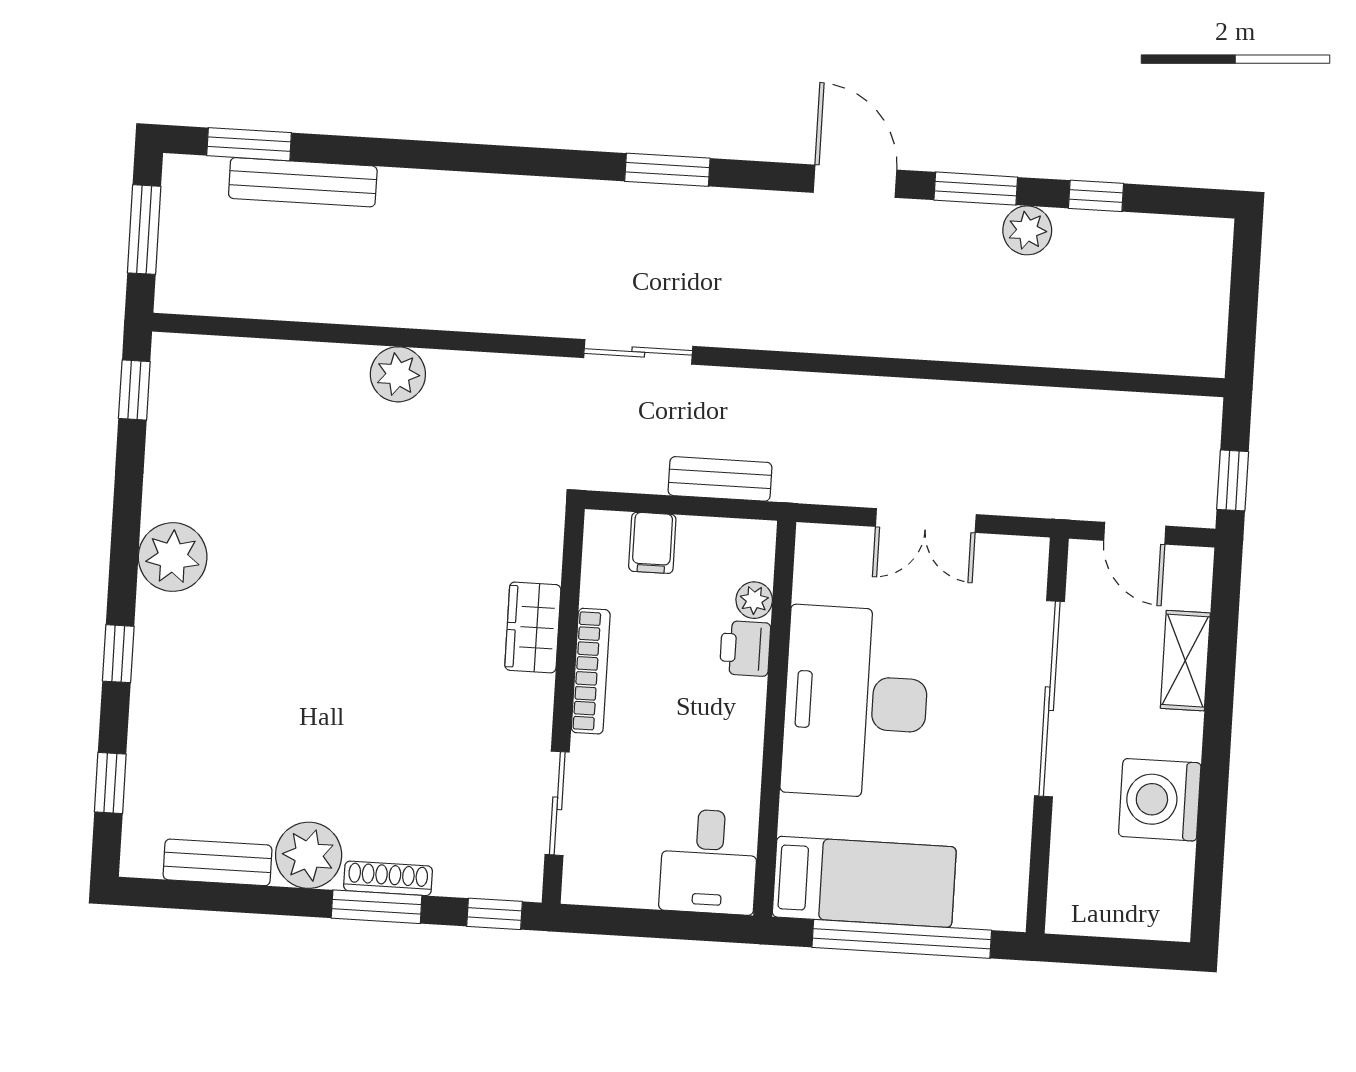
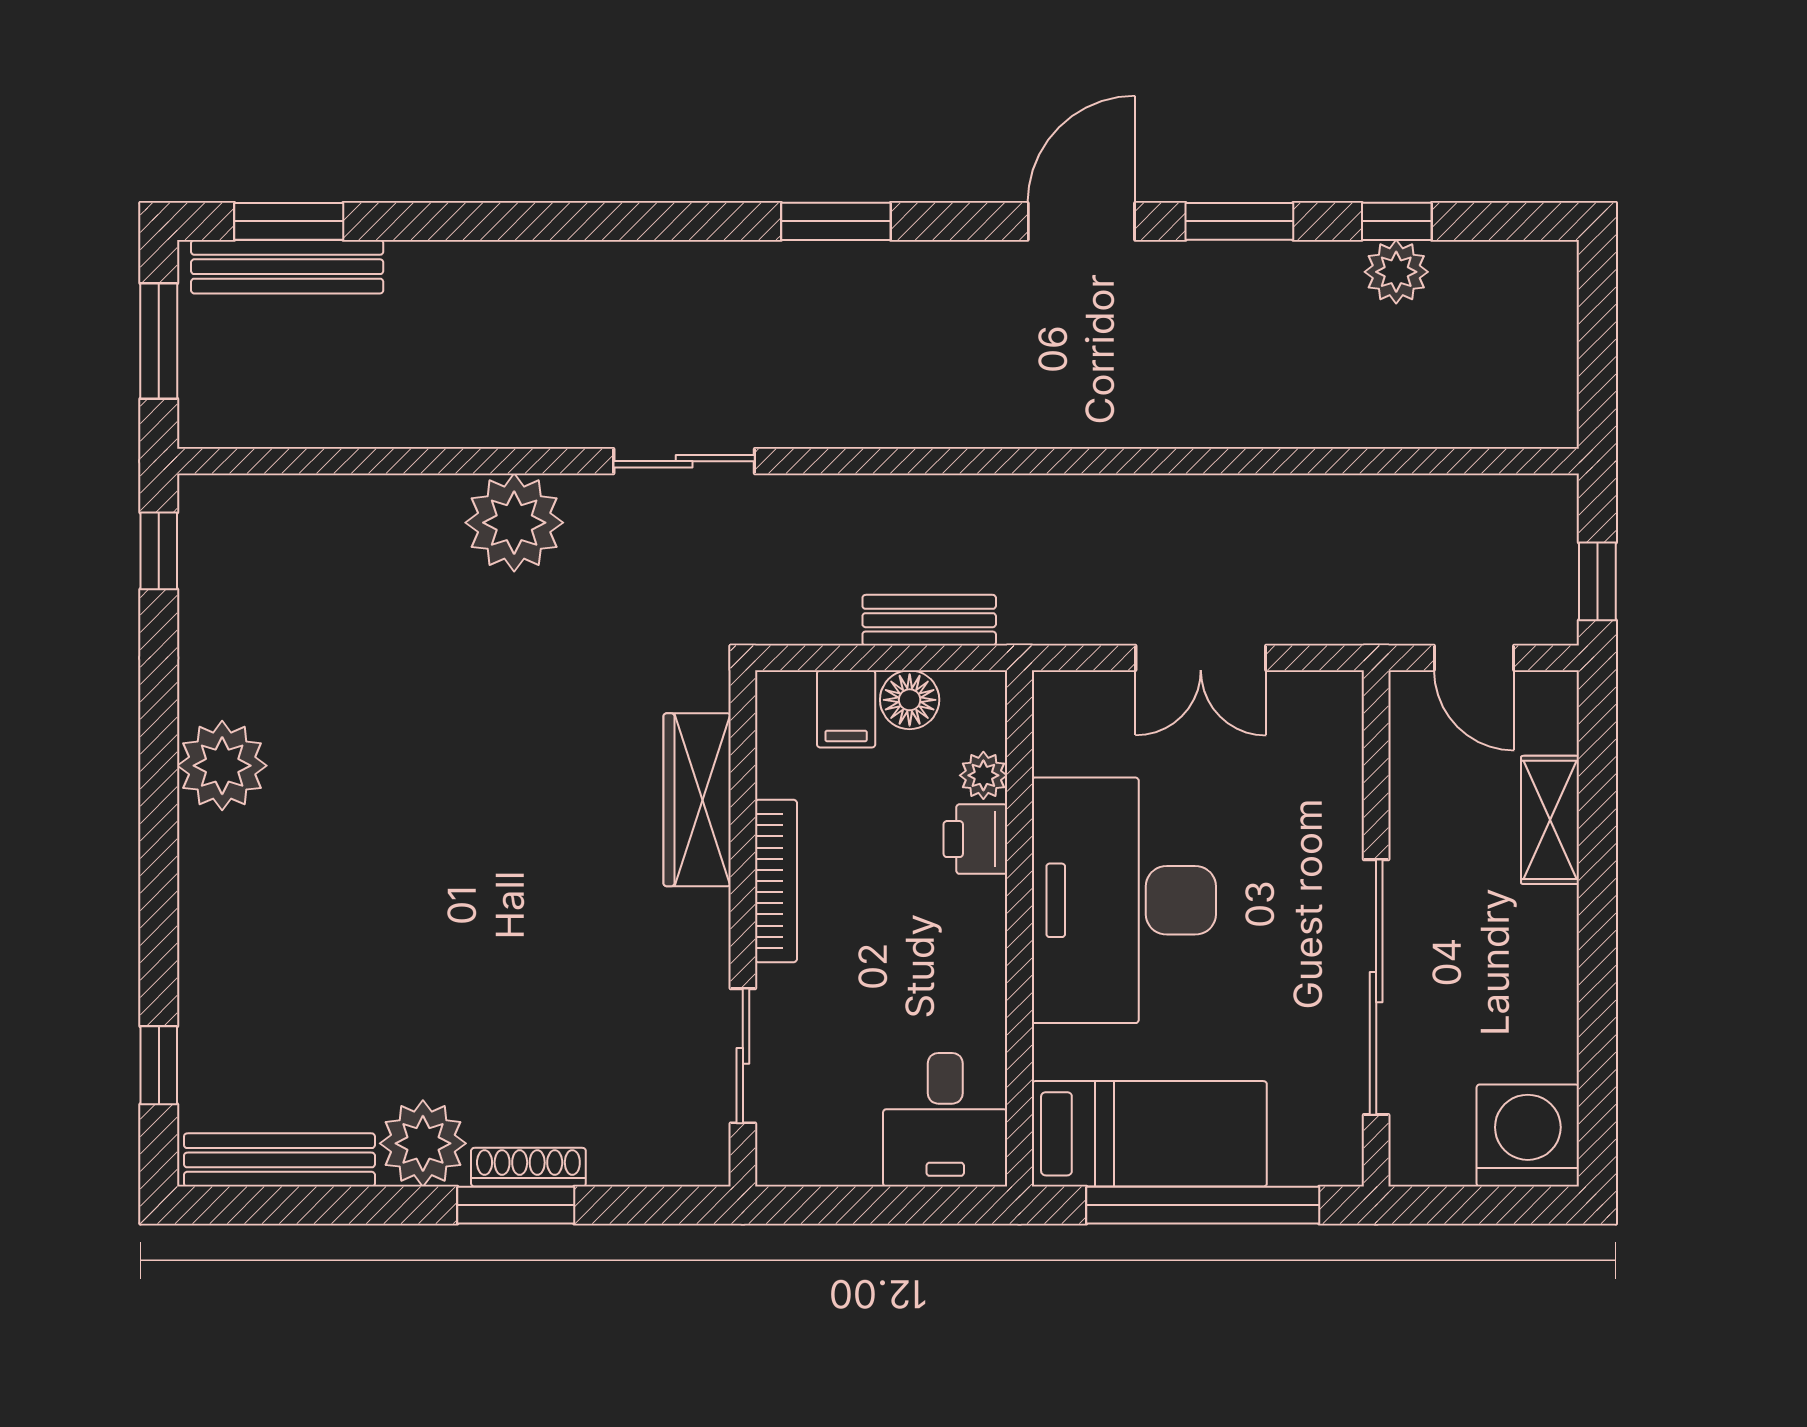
door: (855, 181) -> (1081, 221), hinge flipped
bench: (303, 182) -> (287, 267), moved
plant: (1027, 230) -> (1396, 272), moved
sliding door: (638, 352) -> (684, 461), moved
plant: (398, 374) -> (514, 523), width x1.36, depth x1.36
floor lamp: (701, 539) -> (910, 700), added
wardrobe: (533, 627) -> (697, 800), width x1.50
window: (118, 654) -> (159, 896), removed
sliding door: (1049, 699) -> (1376, 987), moved
washing machine: (1160, 800) -> (1528, 1136), moved, turned 90
bench: (218, 862) -> (279, 1160), width x1.36
window: (494, 914) -> (670, 1205), removed

